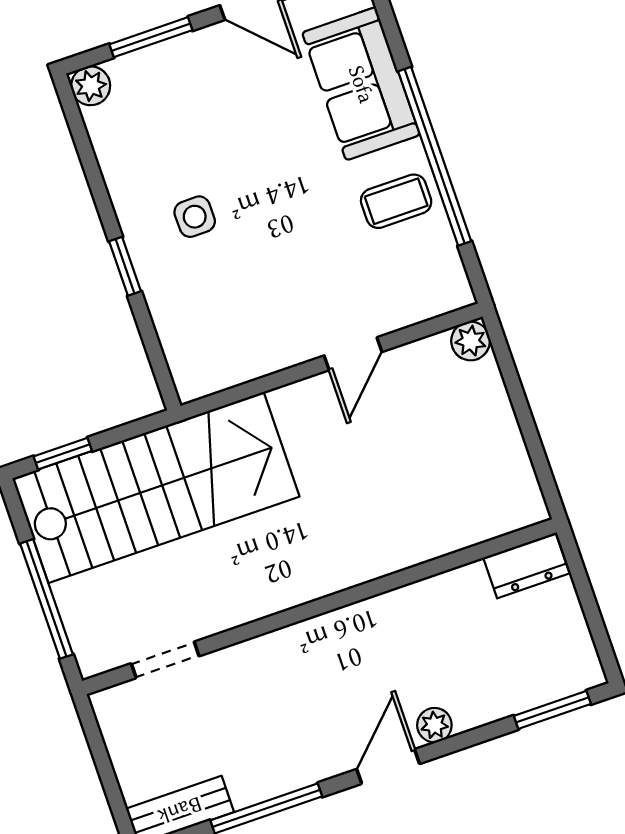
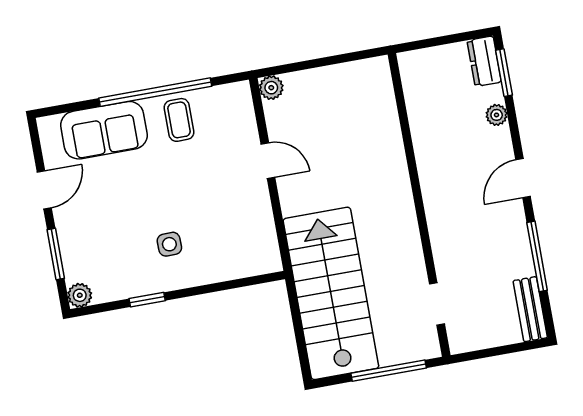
window: (125, 266) -> (147, 300), moved
window: (63, 454) -> (302, 347), removed
dresser: (526, 565) -> (484, 61), moved, turned 180
plant: (434, 725) -> (497, 115), moved
door: (388, 766) -> (523, 178), hinge flipped

